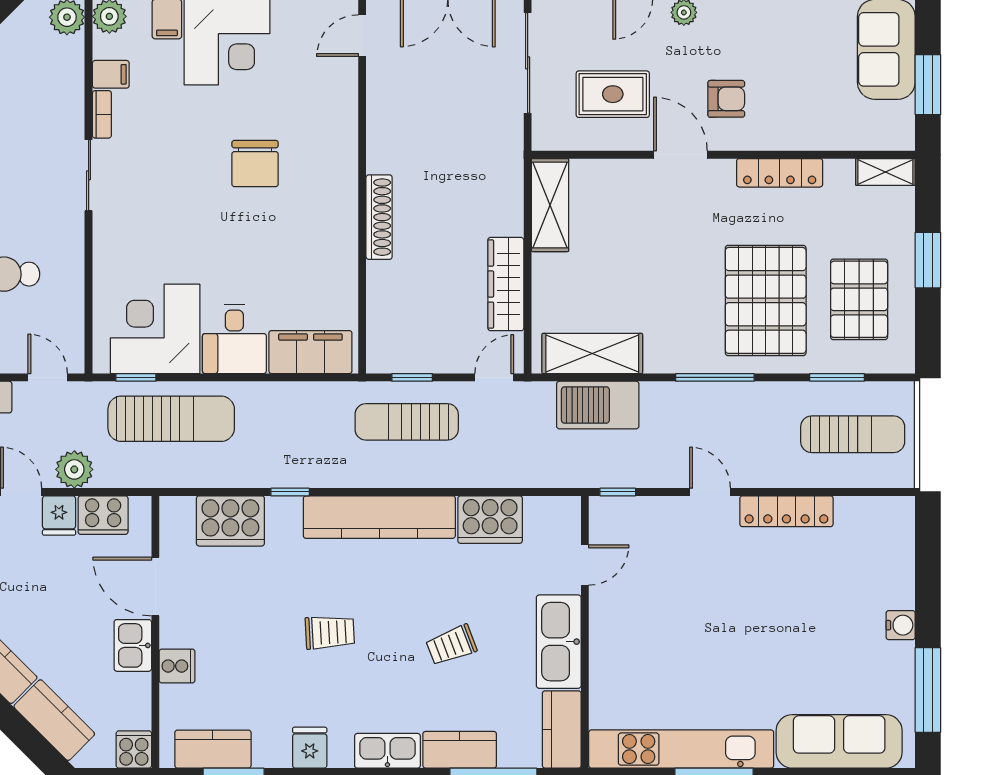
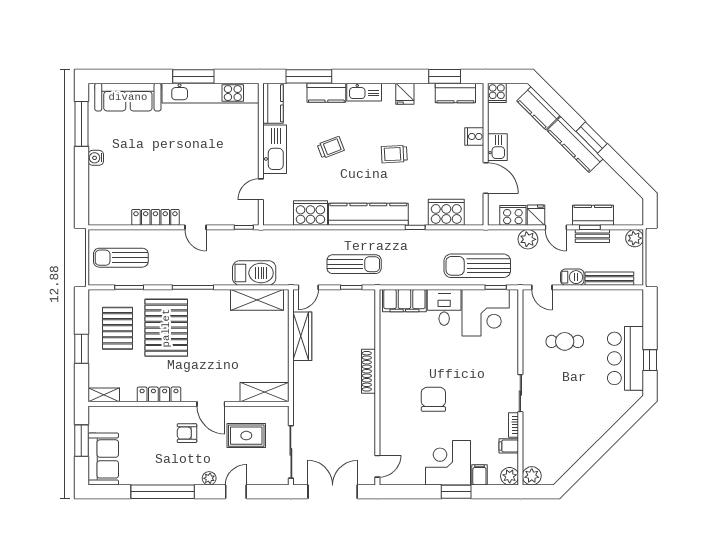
shelving: (550, 205) -> (264, 392), moved, turned 90

